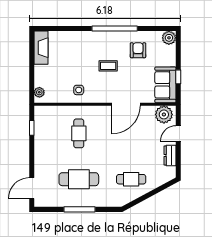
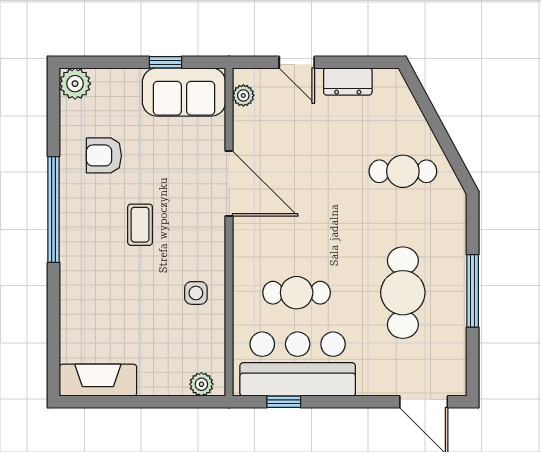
plant: (164, 114) -> (243, 95), width x0.53, depth x0.53
bar counter: (48, 134) -> (298, 364), added
cafe table: (131, 179) -> (403, 171), turned 90

